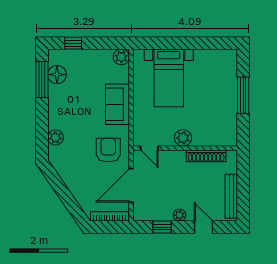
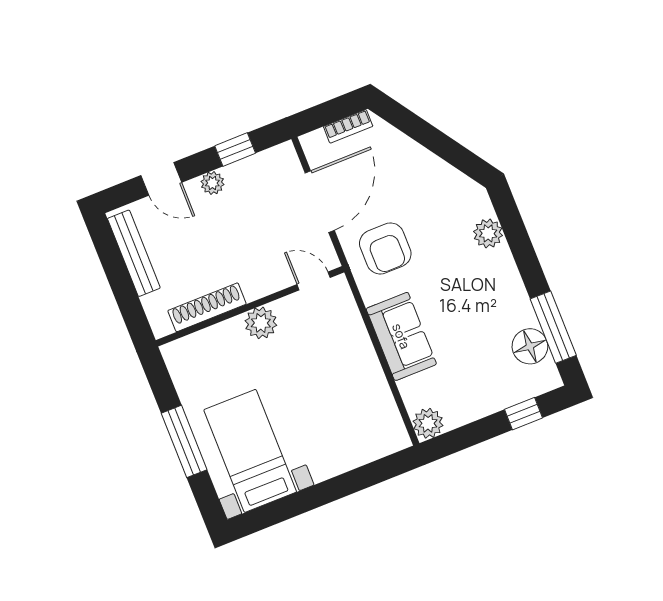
bed with nightstands: (169, 78) -> (250, 451), moved
bookcase: (110, 216) -> (348, 126), width x0.64

